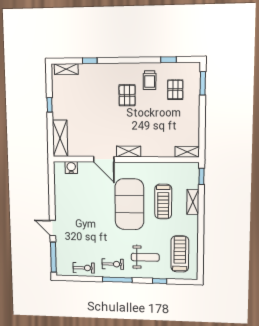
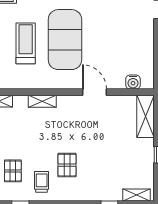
shelving: (129, 151) -> (42, 101), moved

